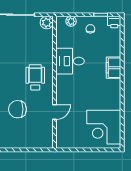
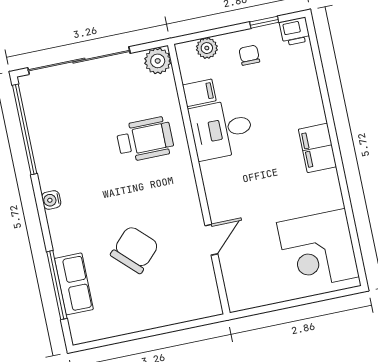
filing cabinet: (63, 42) -> (199, 93), added
filing cabinet: (113, 68) -> (317, 148), moved
wheelchair: (35, 77) -> (145, 139), moved, turned 90
chair: (17, 109) -> (135, 249), turned 134

